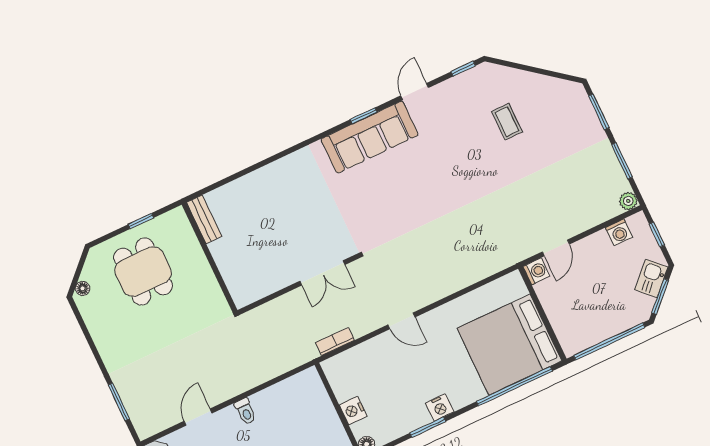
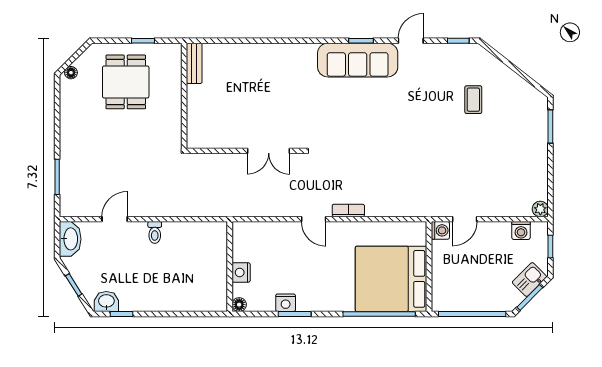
window: (622, 161) -> (550, 175), removed
bookcase: (335, 342) -> (348, 210), moved
nightstand: (440, 408) -> (286, 303), moved

